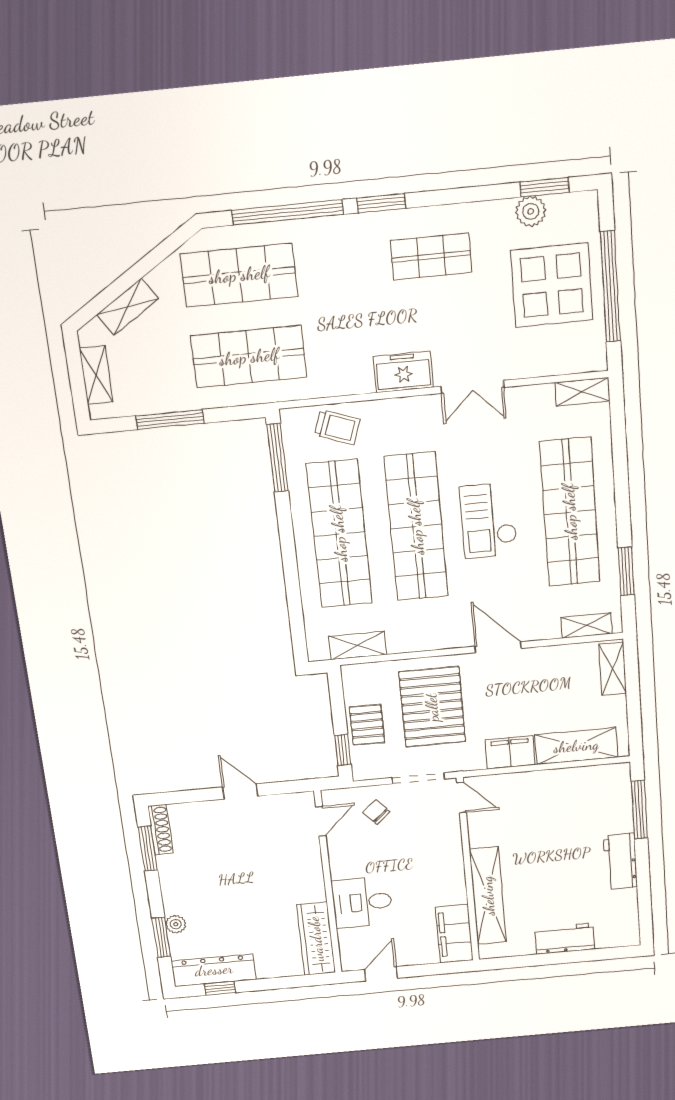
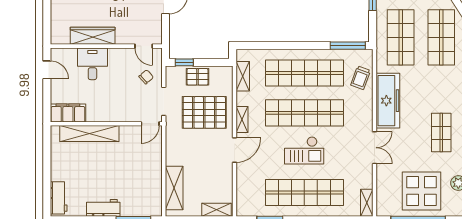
freezer: (403, 372) -> (388, 101), width x1.91, depth x1.26
double door: (472, 387) -> (375, 148), swing flipped
checkout: (489, 521) -> (304, 150), turned 180
shelving: (587, 626) -> (242, 119), moved
filing cabinet: (510, 752) -> (174, 152), removed
wardrobe: (316, 939) -> (93, 36), moved
workbench: (565, 939) -> (59, 198), moved

